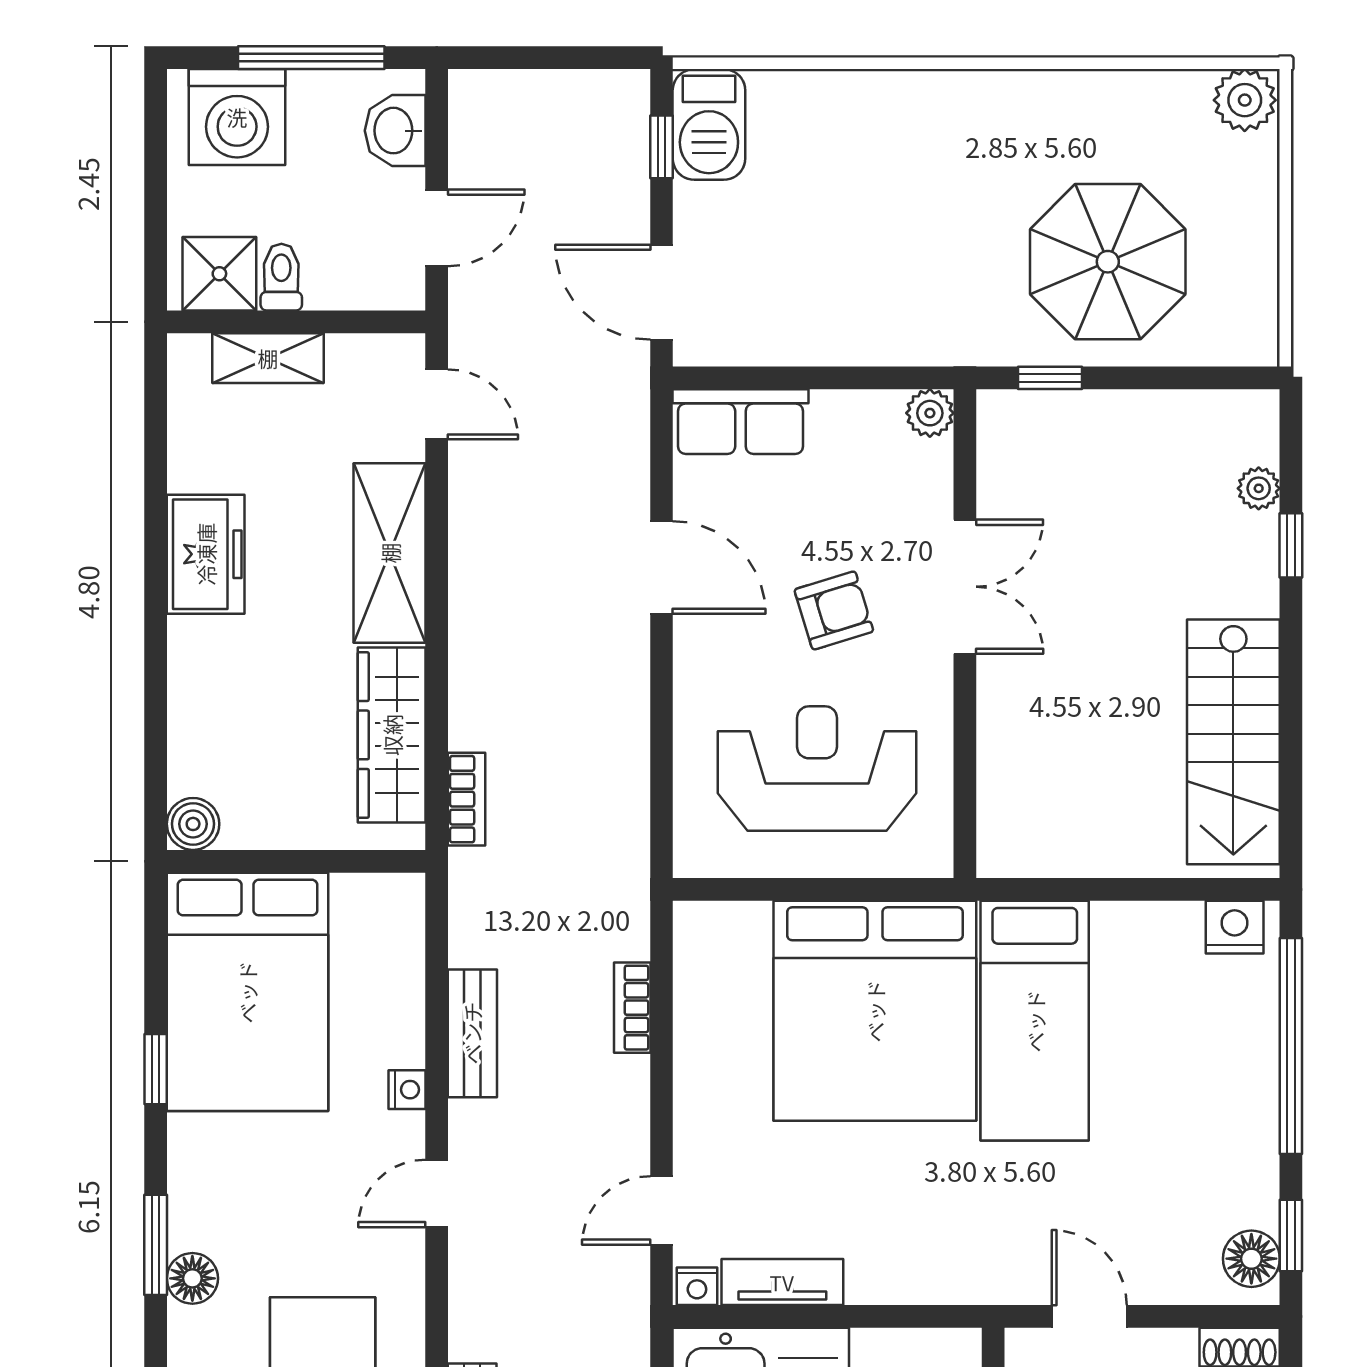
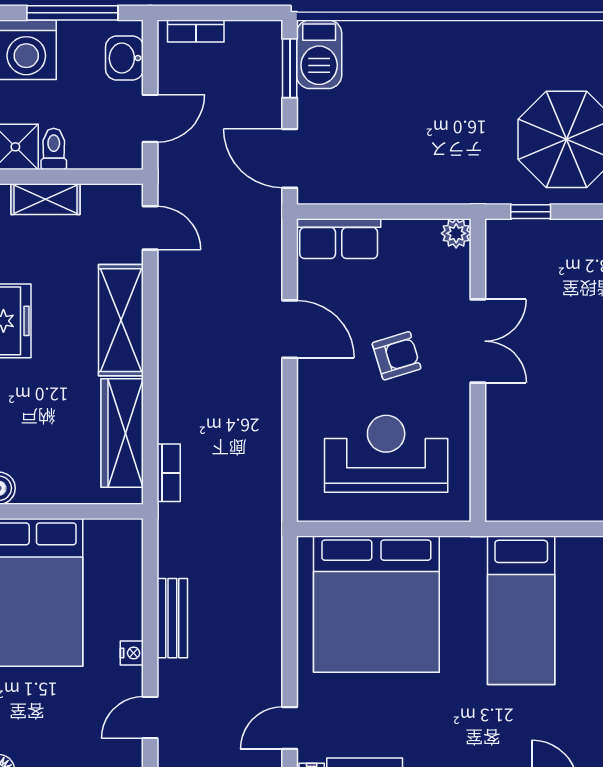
window: (661, 147) -> (290, 68), width x1.50
bookcase: (632, 1008) -> (196, 31), moved, turned -90
bed: (875, 1011) -> (376, 604), moved

